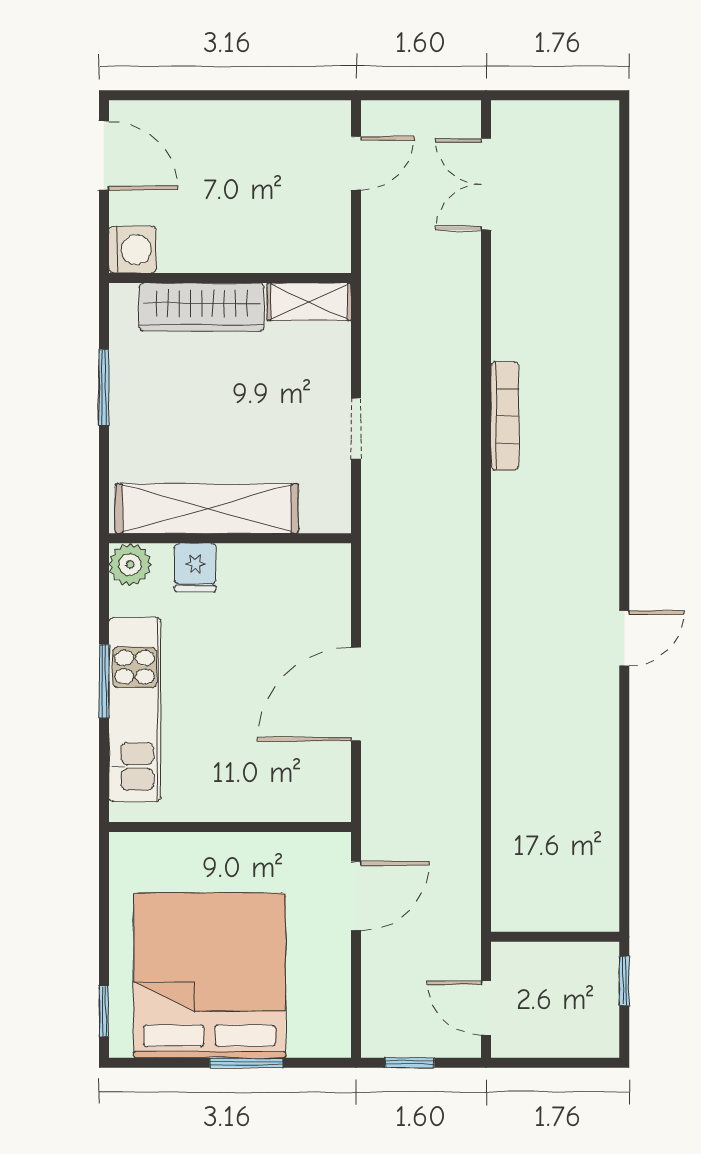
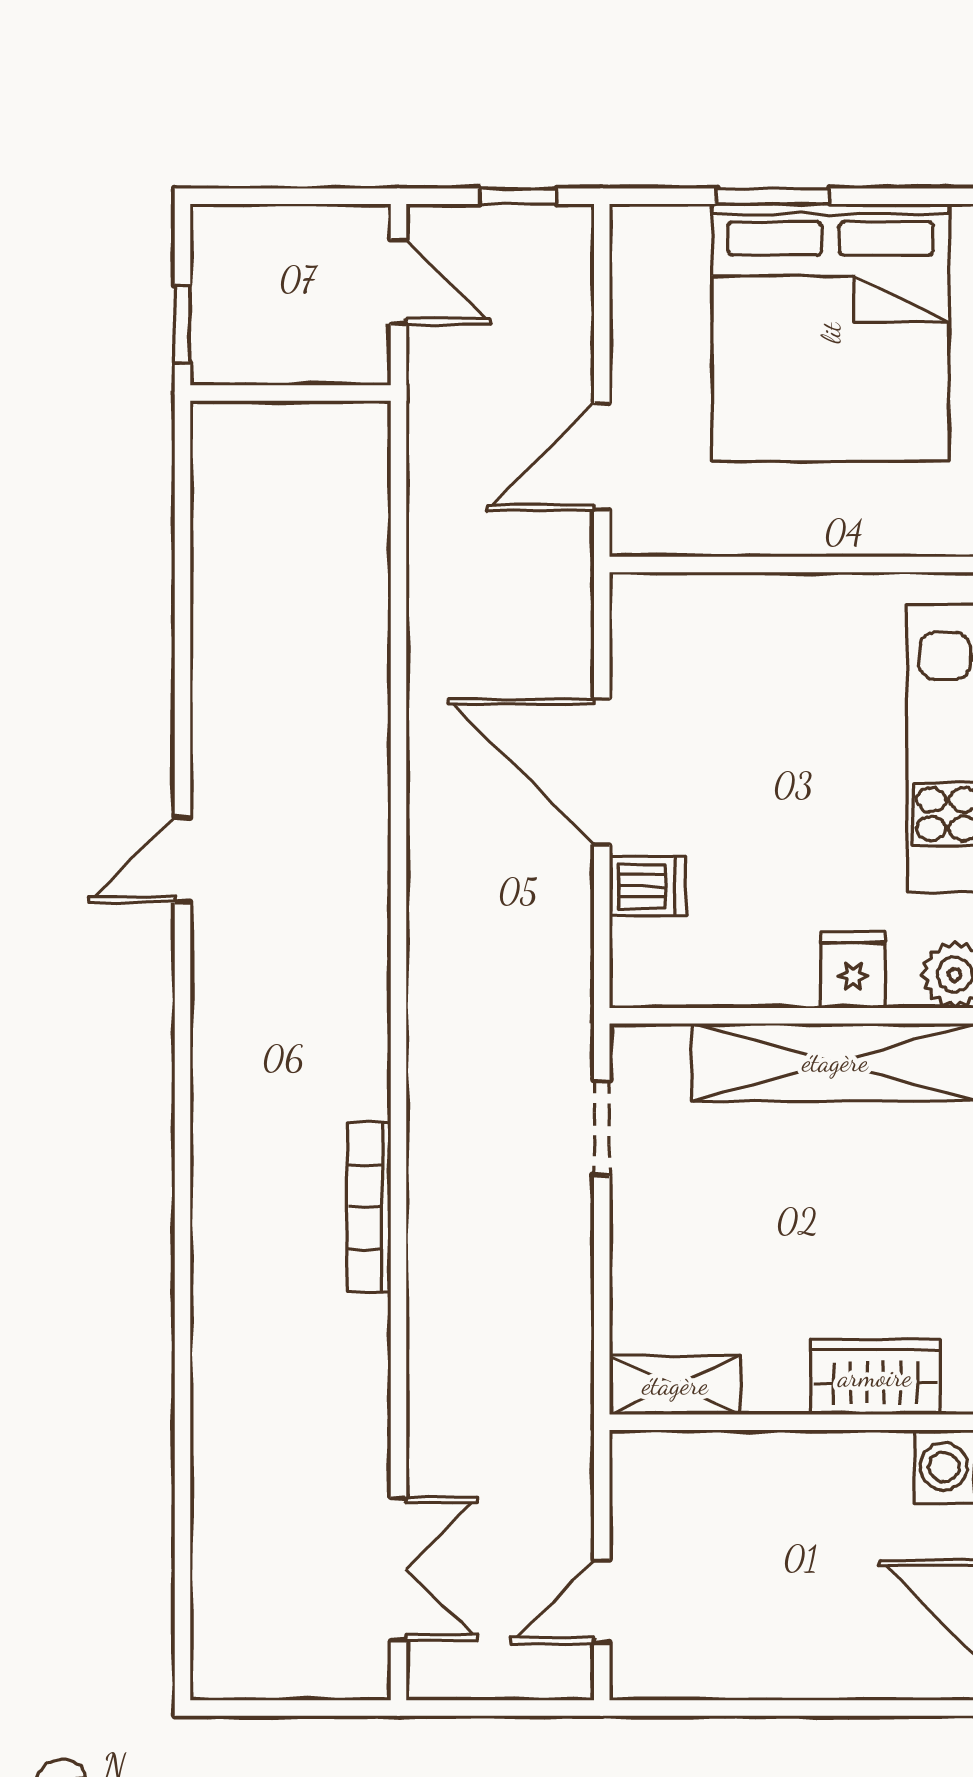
wardrobe: (202, 307) -> (875, 1377), width x0.67
doorway: (356, 428) -> (602, 1128), moved
dishwasher: (327, 621) -> (647, 886), added
door: (356, 694) -> (602, 772), swing flipped

